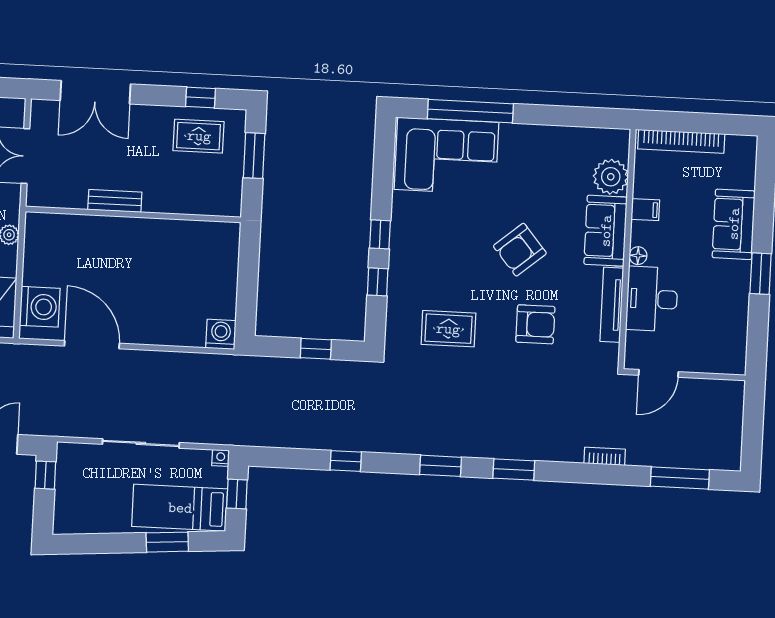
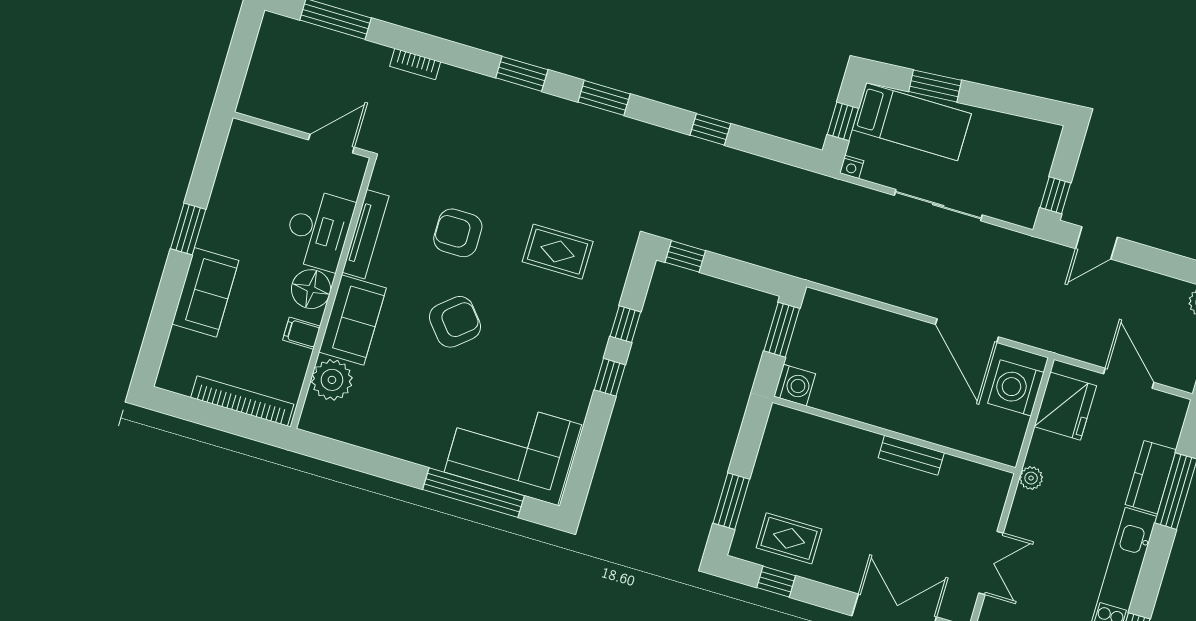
bench: (115, 201) -> (911, 455), moved
wall: (133, 214) -> (894, 435), moved
floor lamp: (638, 256) -> (311, 289), width x1.89, depth x1.89
window: (246, 308) -> (782, 330), added
washing machine: (221, 334) -> (795, 385), moved, turned -90
window: (316, 349) -> (685, 256), moved

